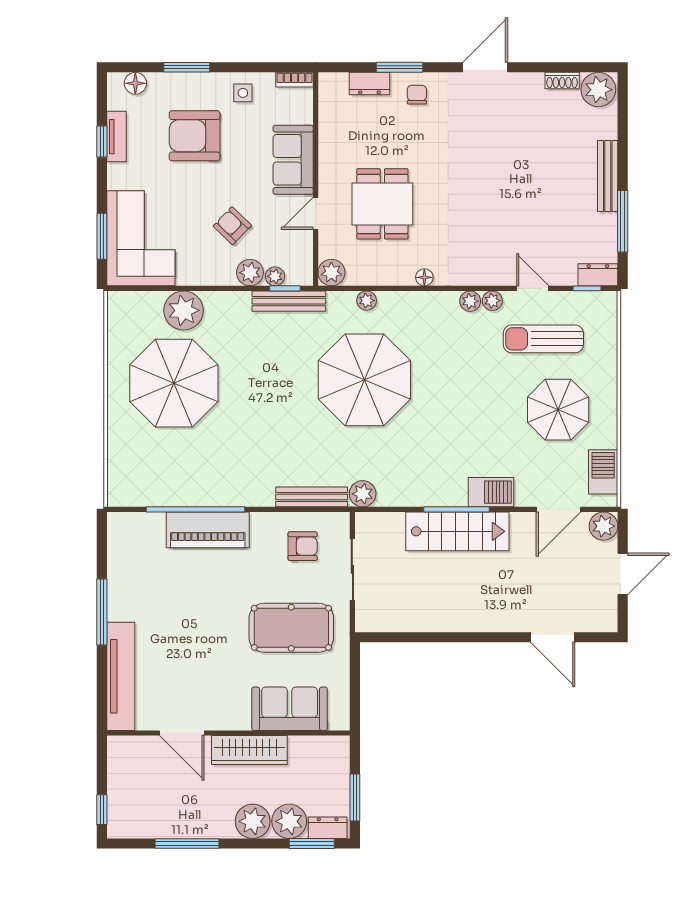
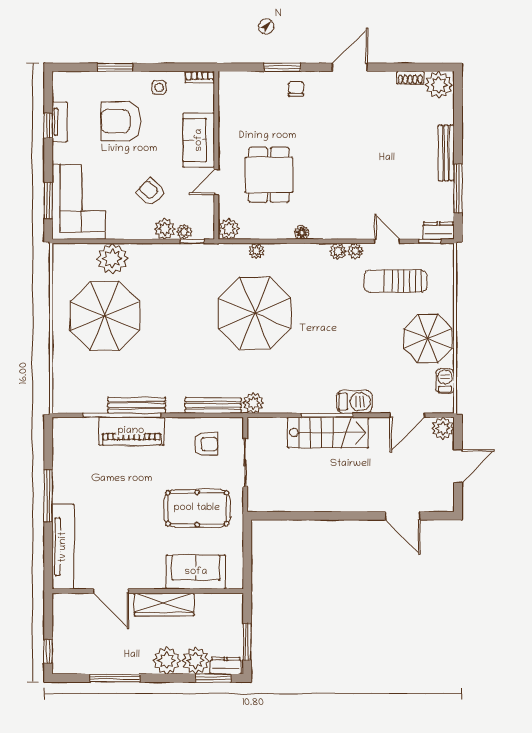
floor lamp: (135, 83) -> (74, 80), removed
dresser: (369, 84) -> (259, 80), removed
bench: (289, 301) -> (137, 405), moved
parasol: (558, 410) -> (428, 338), moved
barbecue: (603, 472) -> (445, 381), width x0.73, depth x0.79

